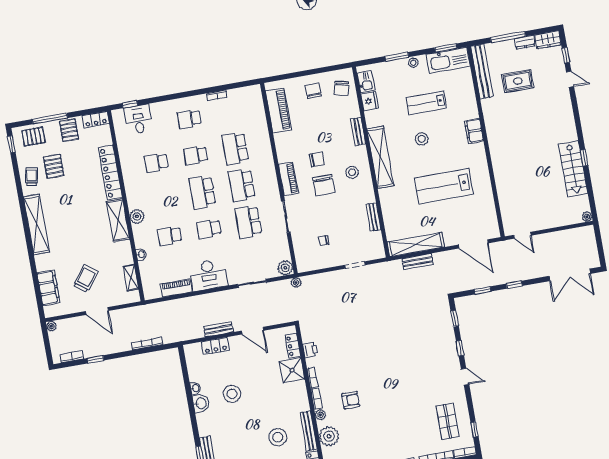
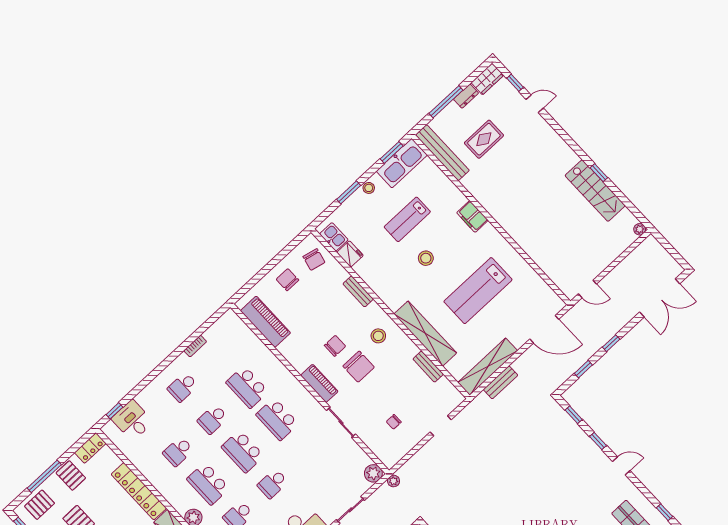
shelving: (380, 157) -> (425, 333), moved
school desk: (248, 222) -> (208, 484), moved

